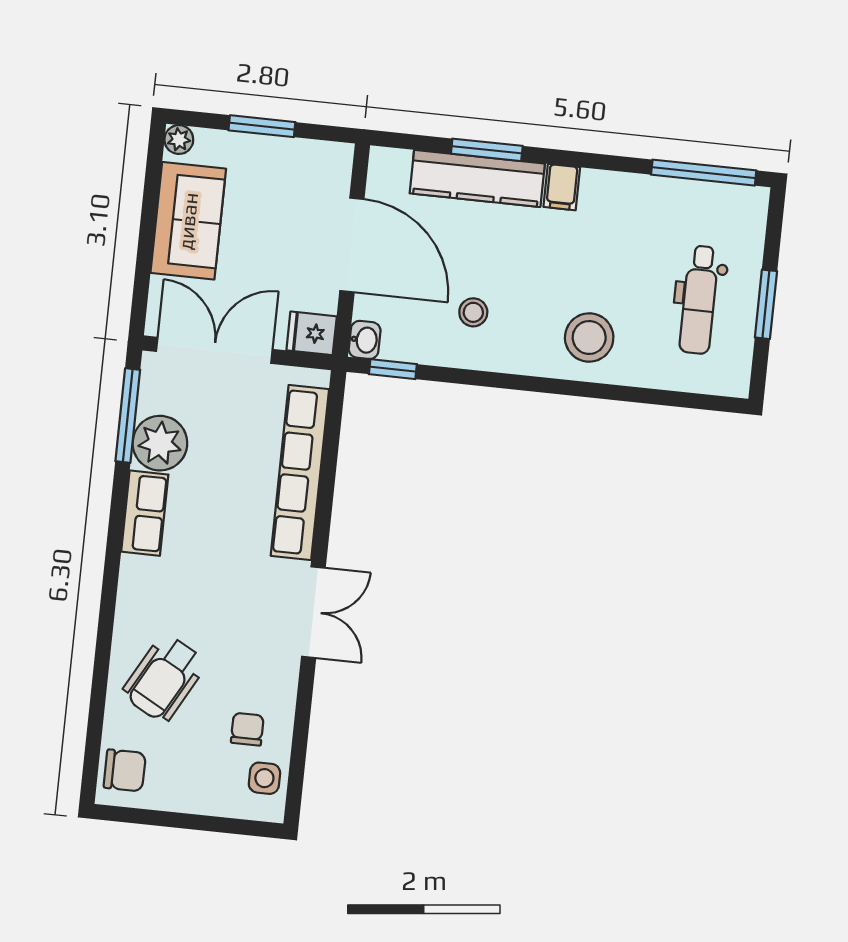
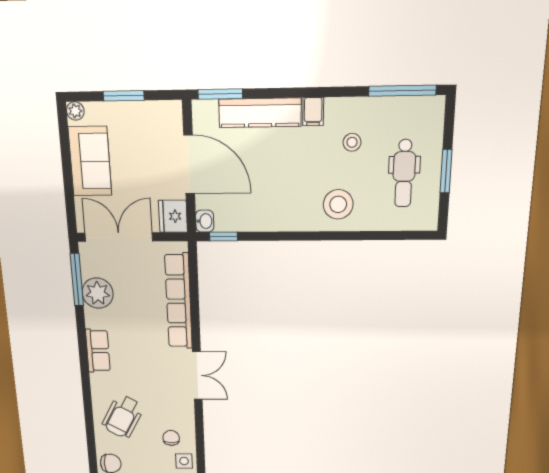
window: (487, 150) -> (220, 94), moved
stool: (473, 312) -> (352, 142), moved
fridge: (312, 333) -> (173, 216), width x1.38
row of seats: (145, 513) -> (98, 351), moved

